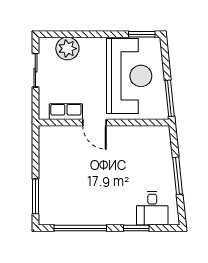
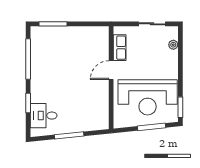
plant: (67, 49) -> (173, 45), width x0.53, depth x0.53
window: (170, 98) -> (152, 127), moved

